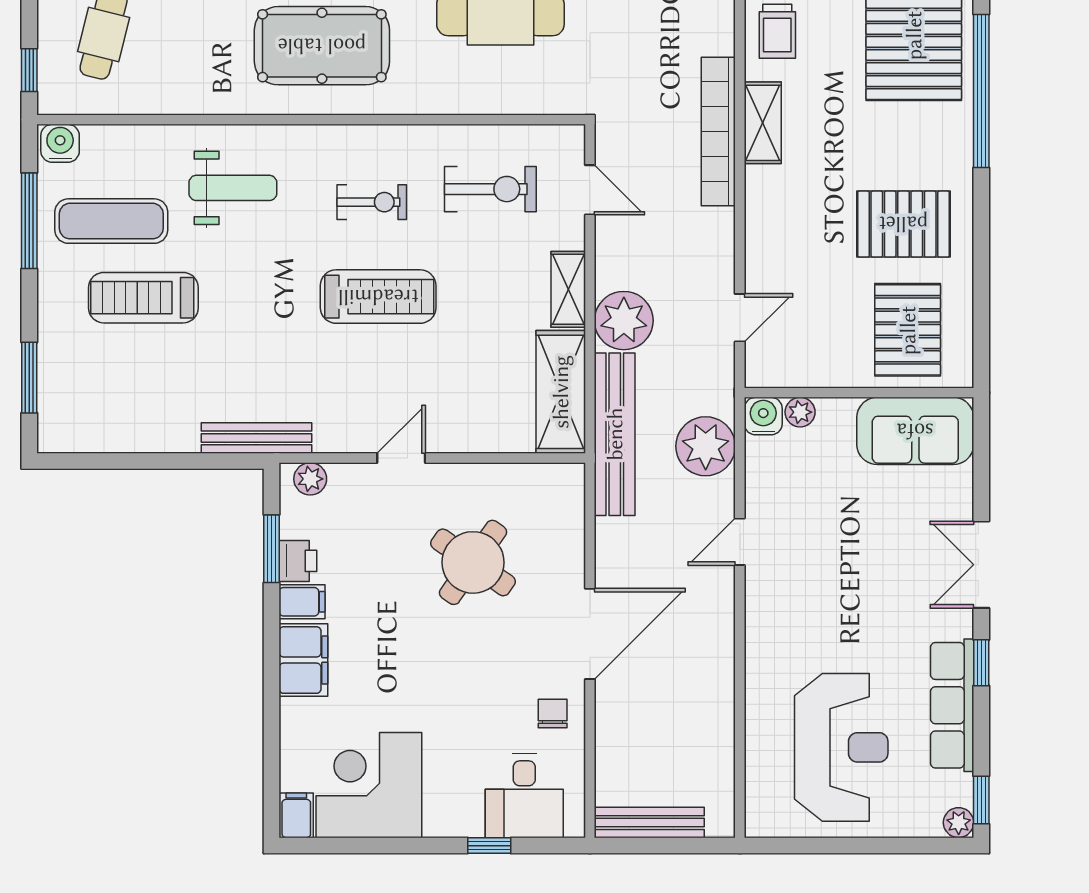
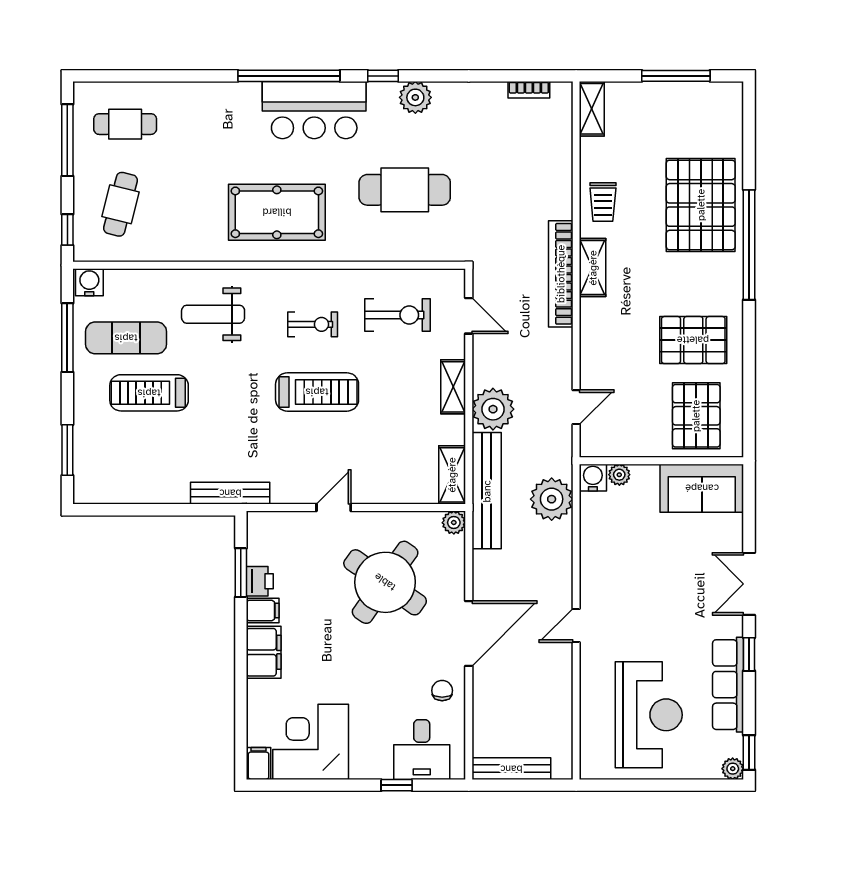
weight bench: (233, 188) -> (213, 314), turned 180
shelving: (561, 392) -> (452, 475), width x0.67, depth x0.75
plant: (310, 479) -> (454, 523), moved
door: (740, 542) -> (576, 626), moved
round table: (473, 562) -> (385, 582), width x1.36, depth x1.36

